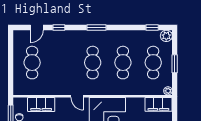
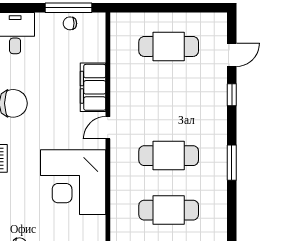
door: (37, 27) -> (232, 55), swing flipped
filing cabinet: (41, 105) -> (93, 87), moved

